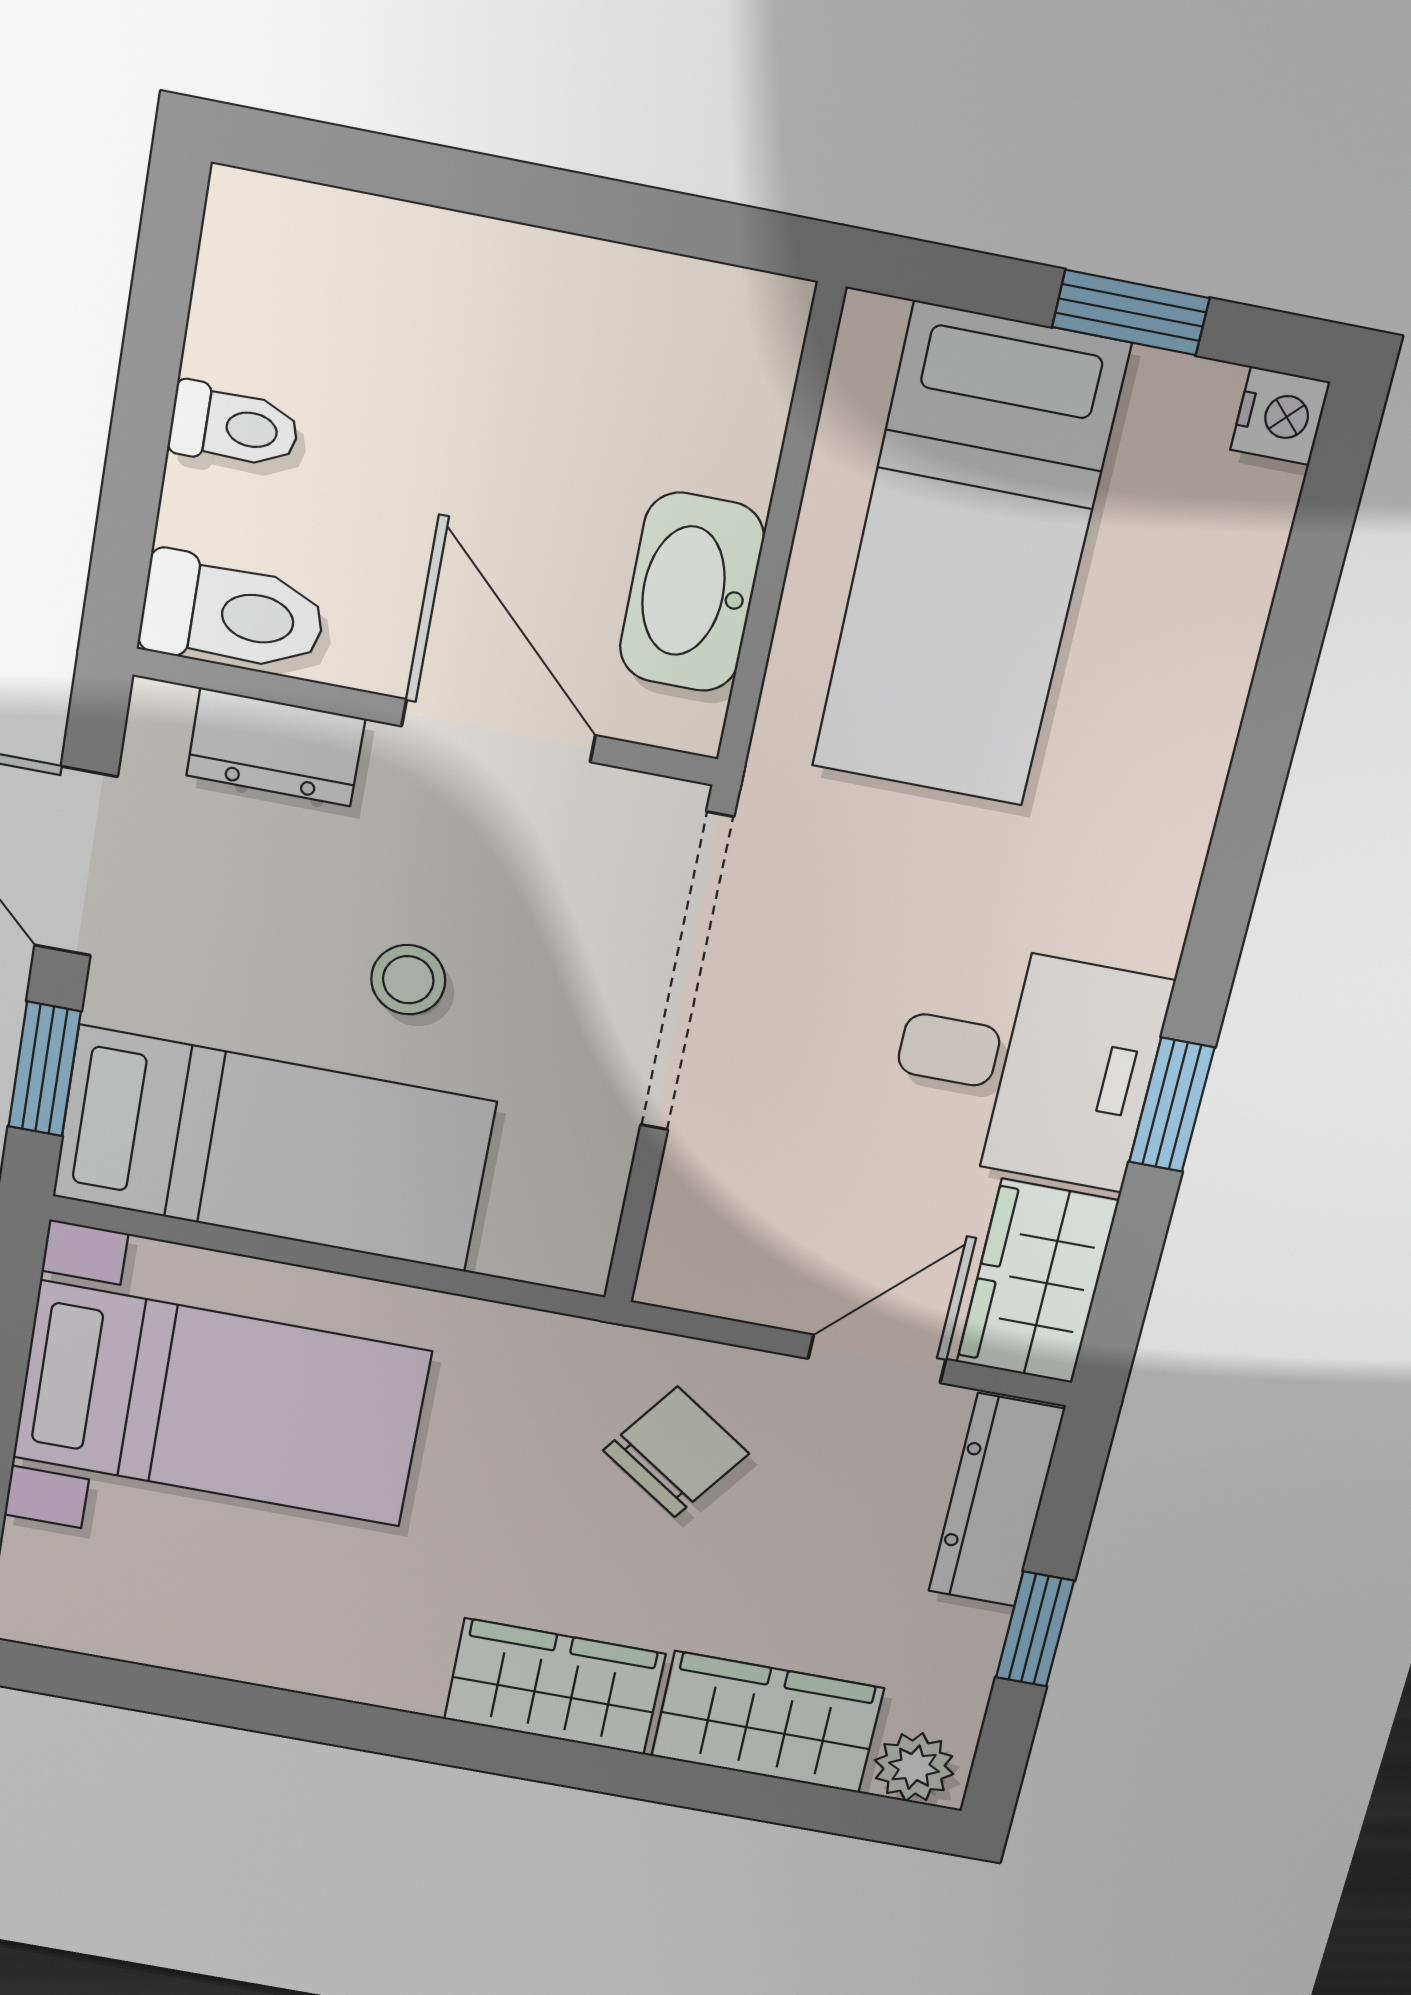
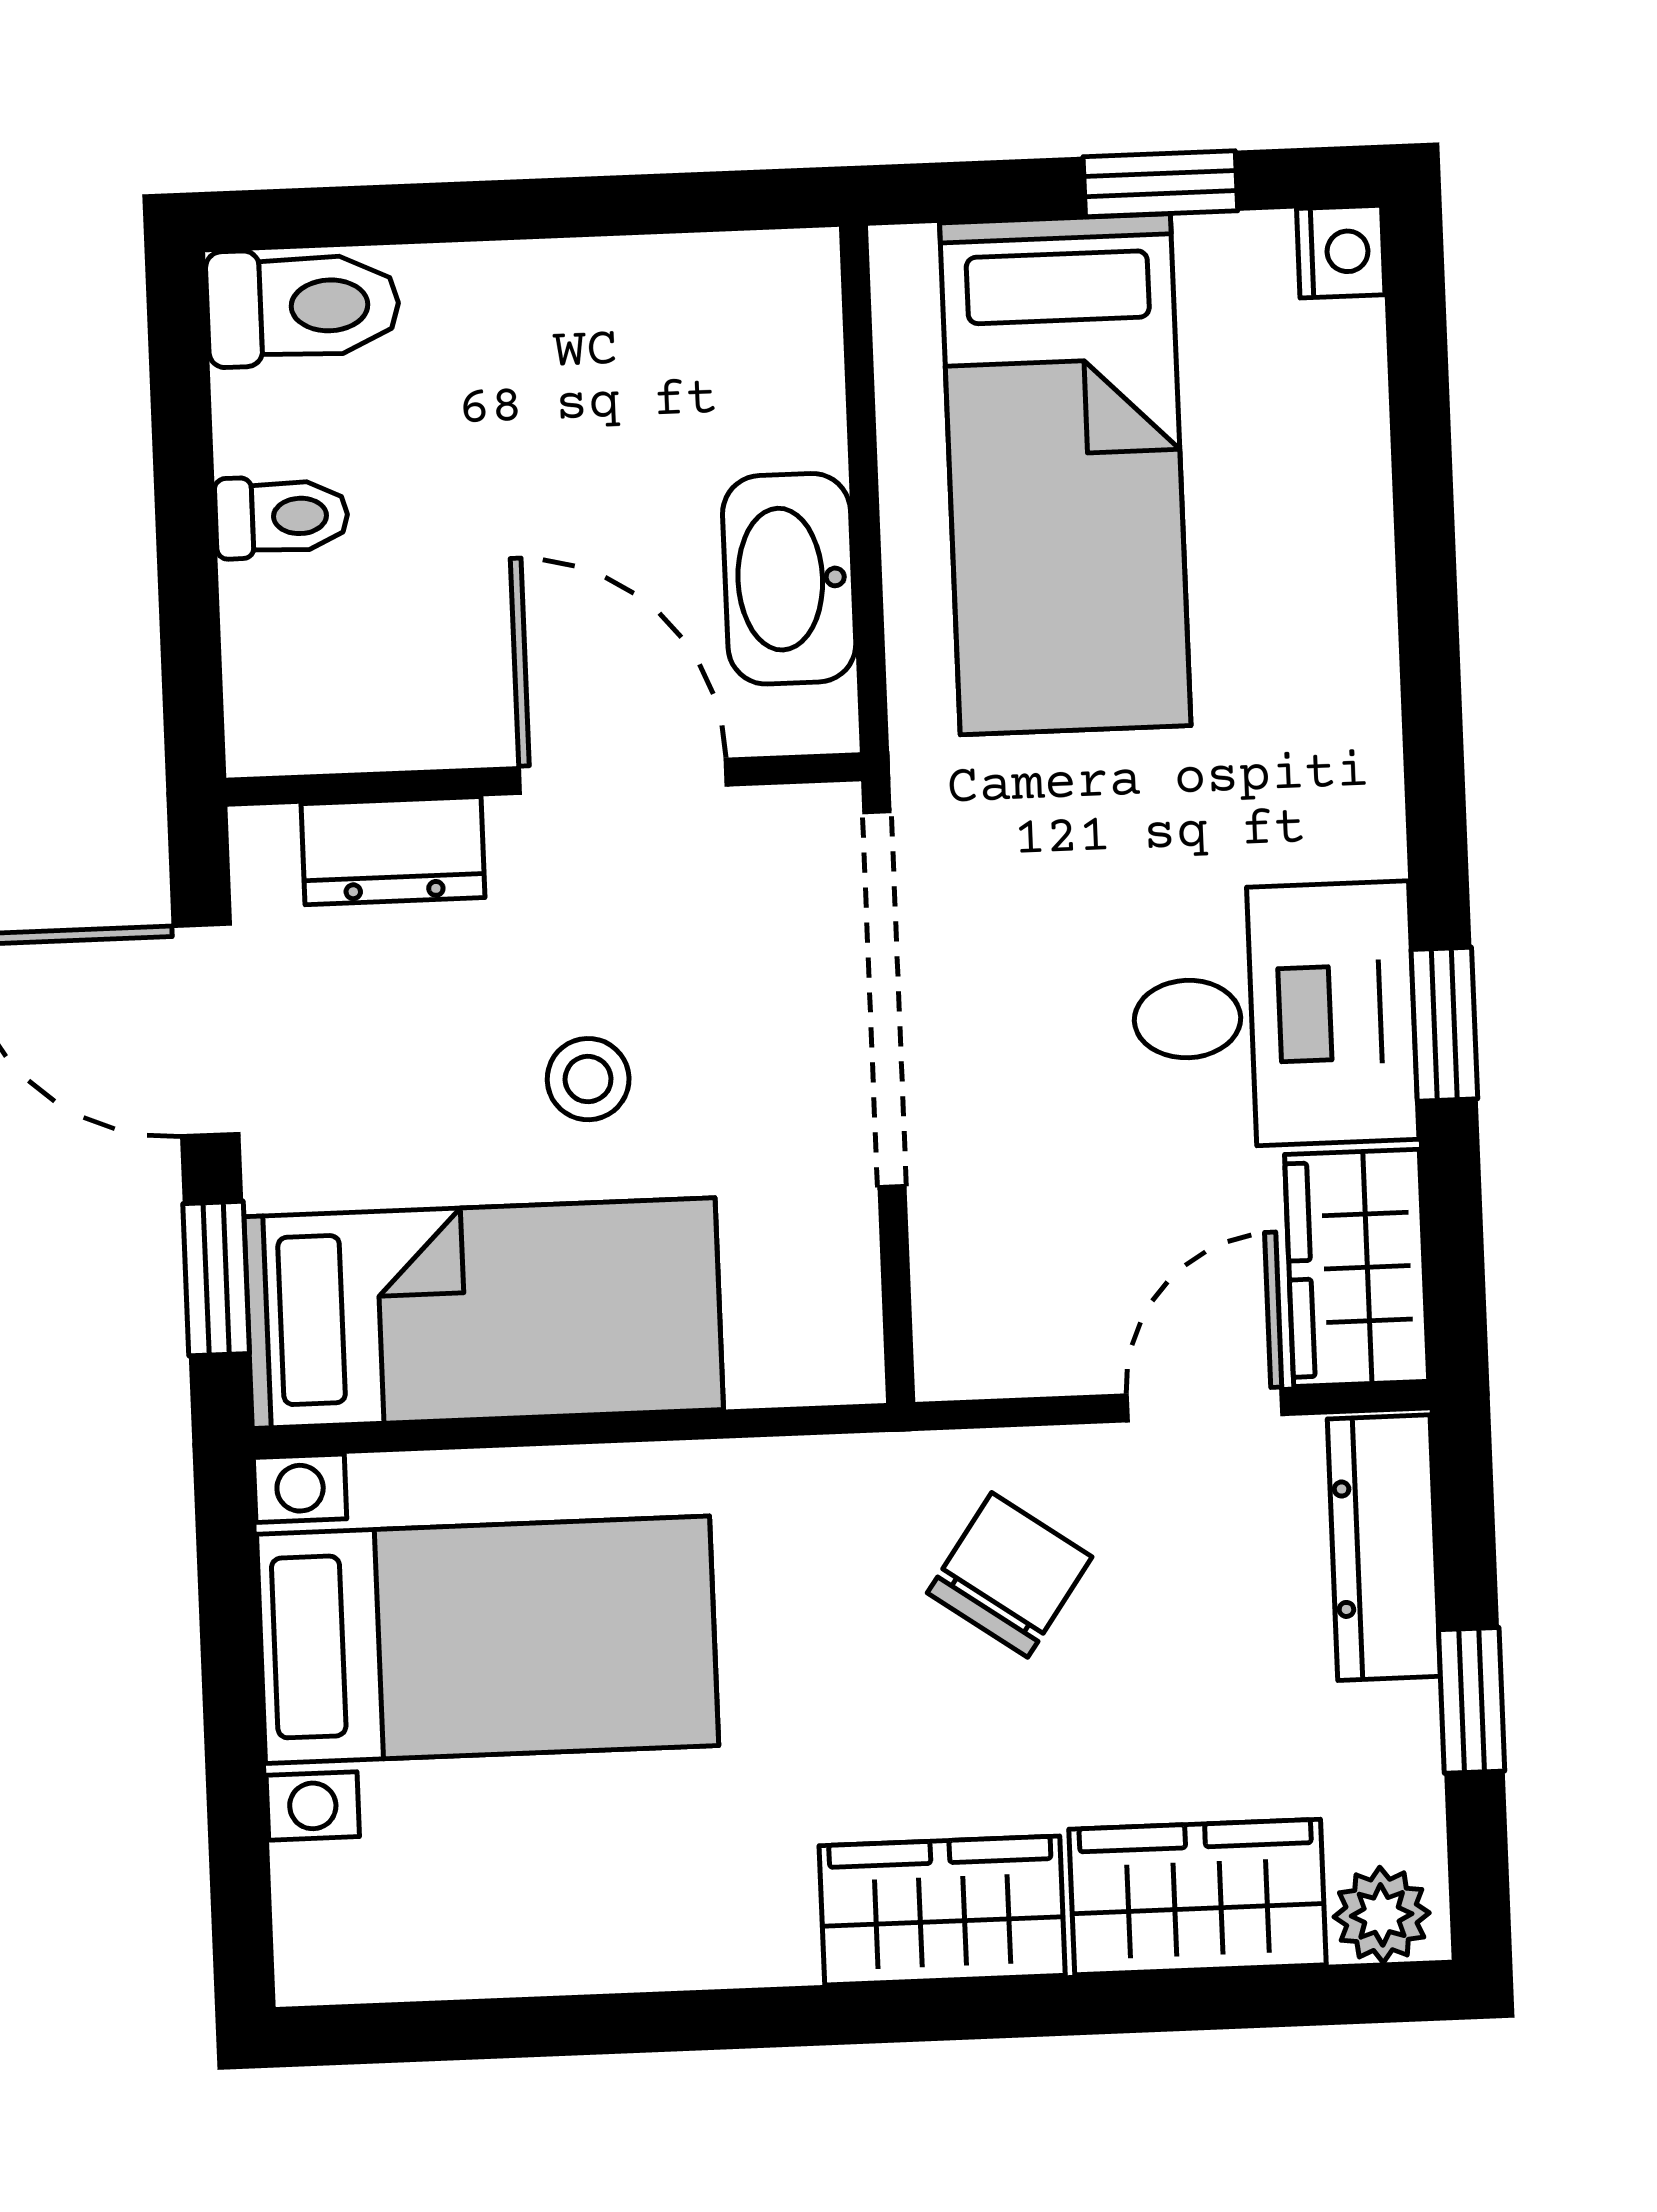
toilet: (233, 614) -> (303, 306), moved

